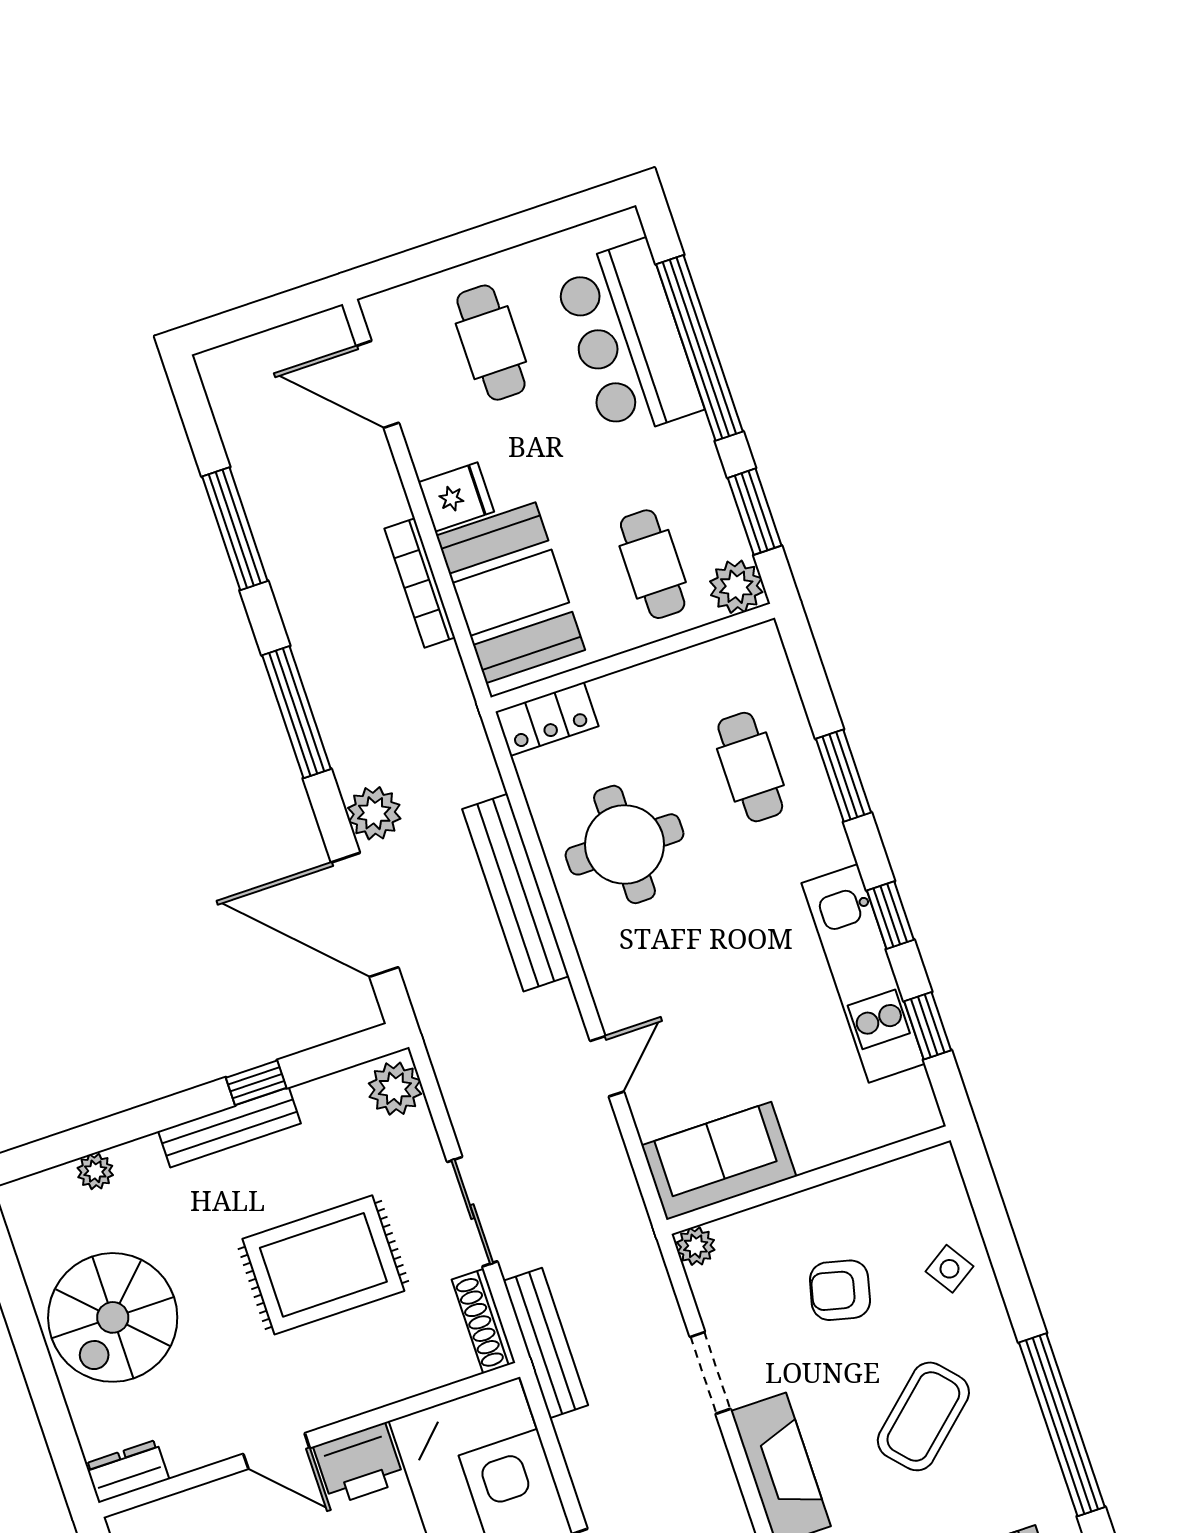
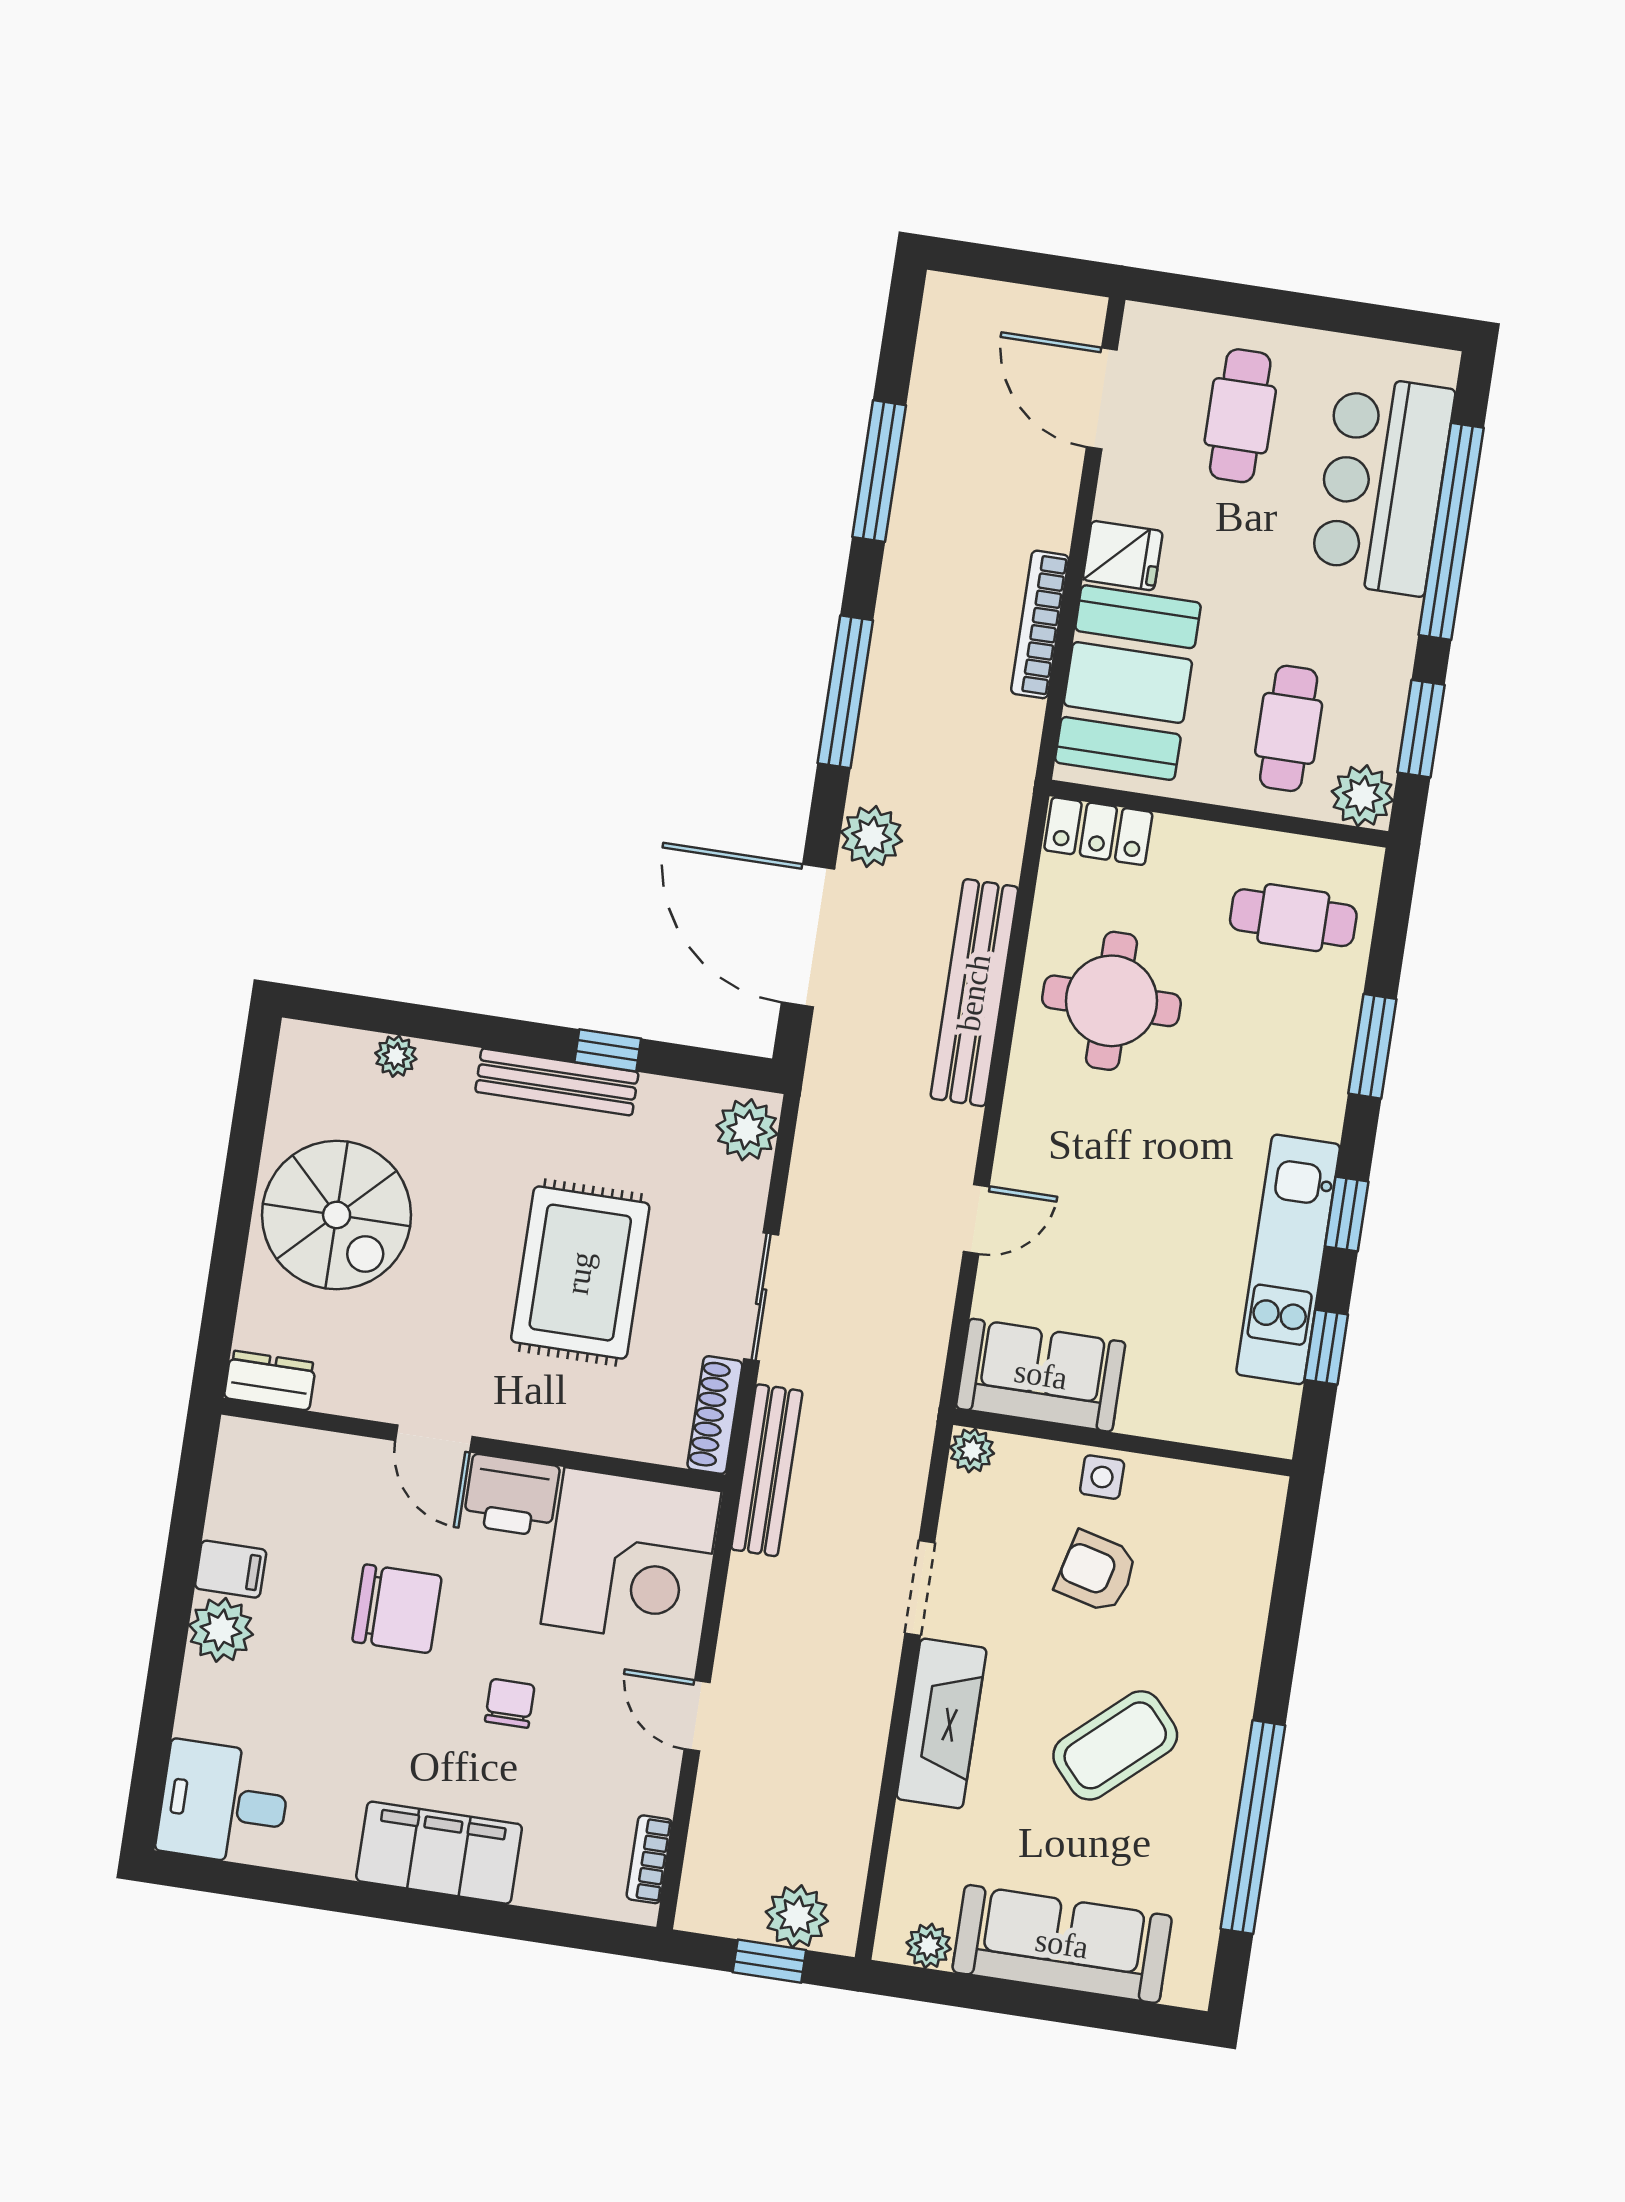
cafe table: (750, 767) -> (1293, 918), moved, turned 90
rug: (323, 1265) -> (580, 1273), turned 90
side table: (949, 1269) -> (1102, 1477), moved, turned 33
spiral stairs: (113, 1317) -> (337, 1215), turned -90

